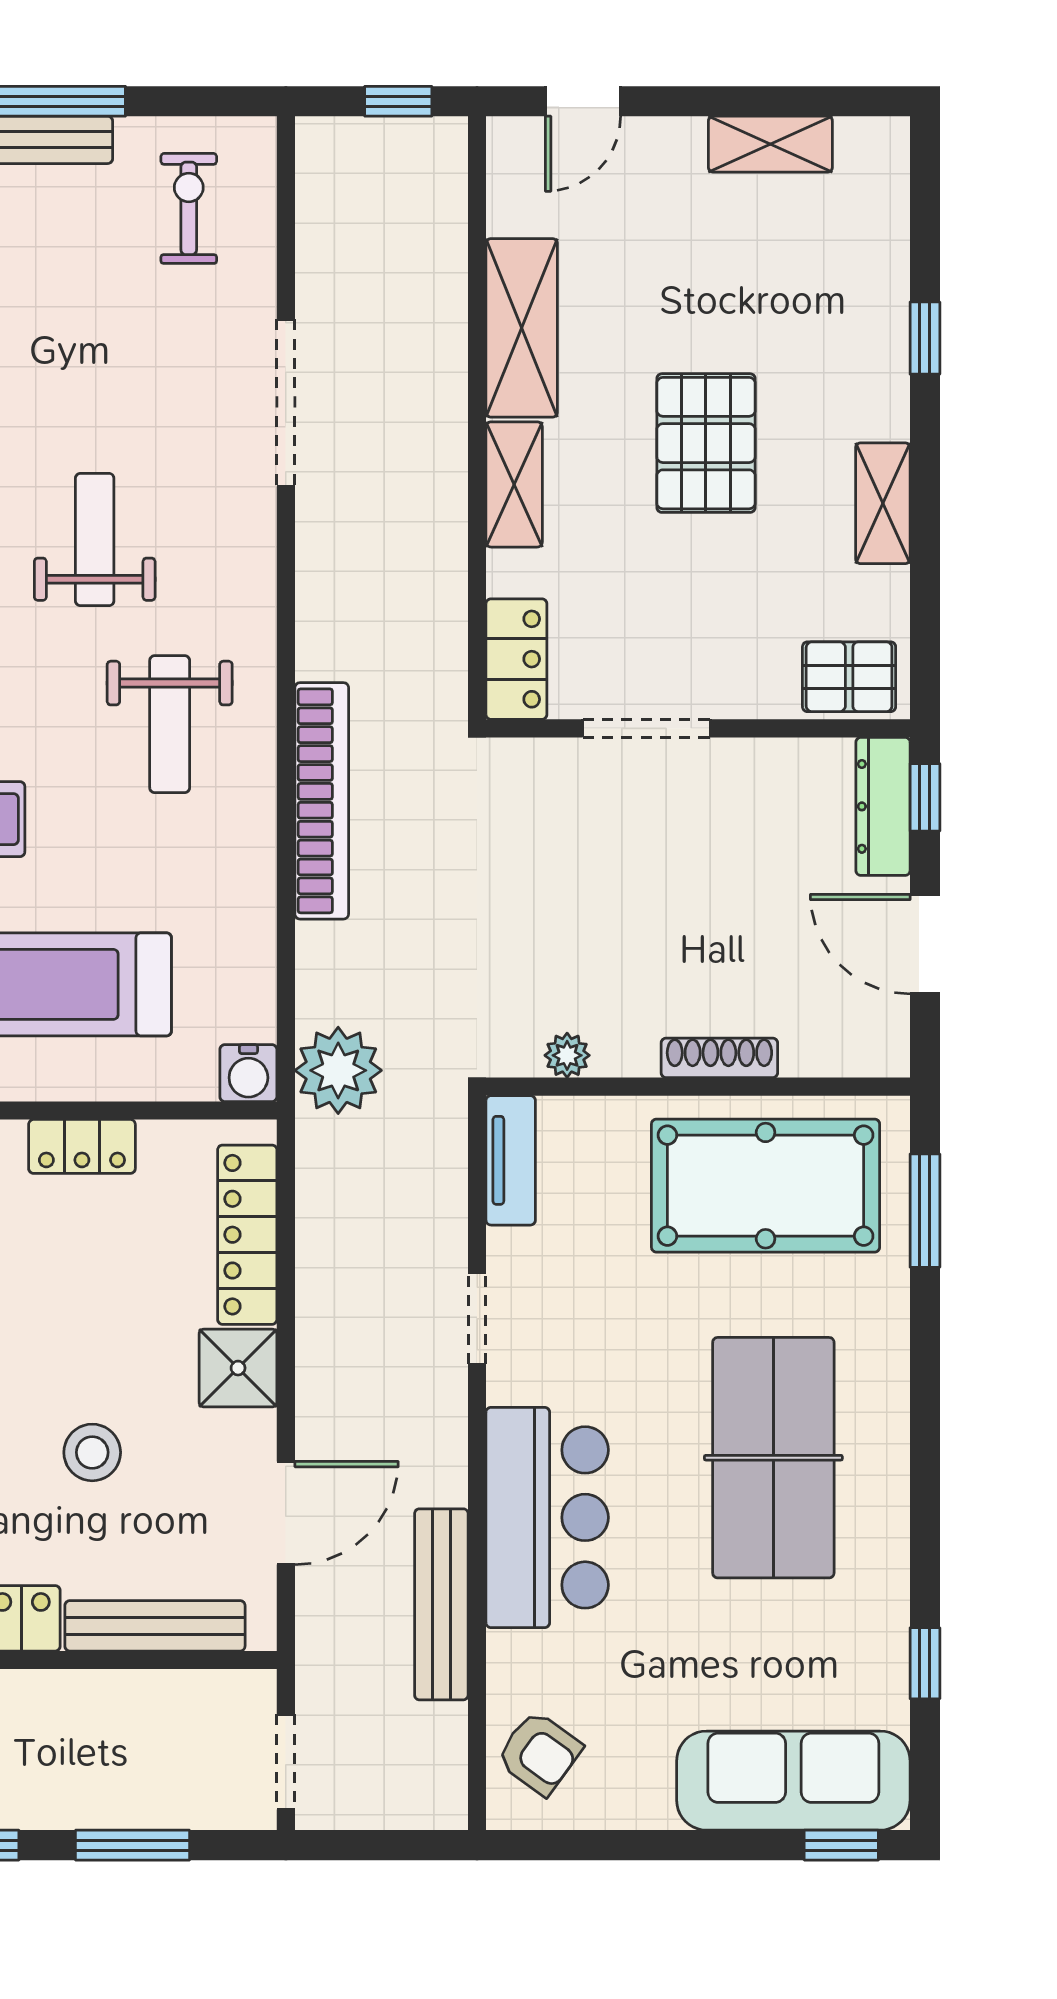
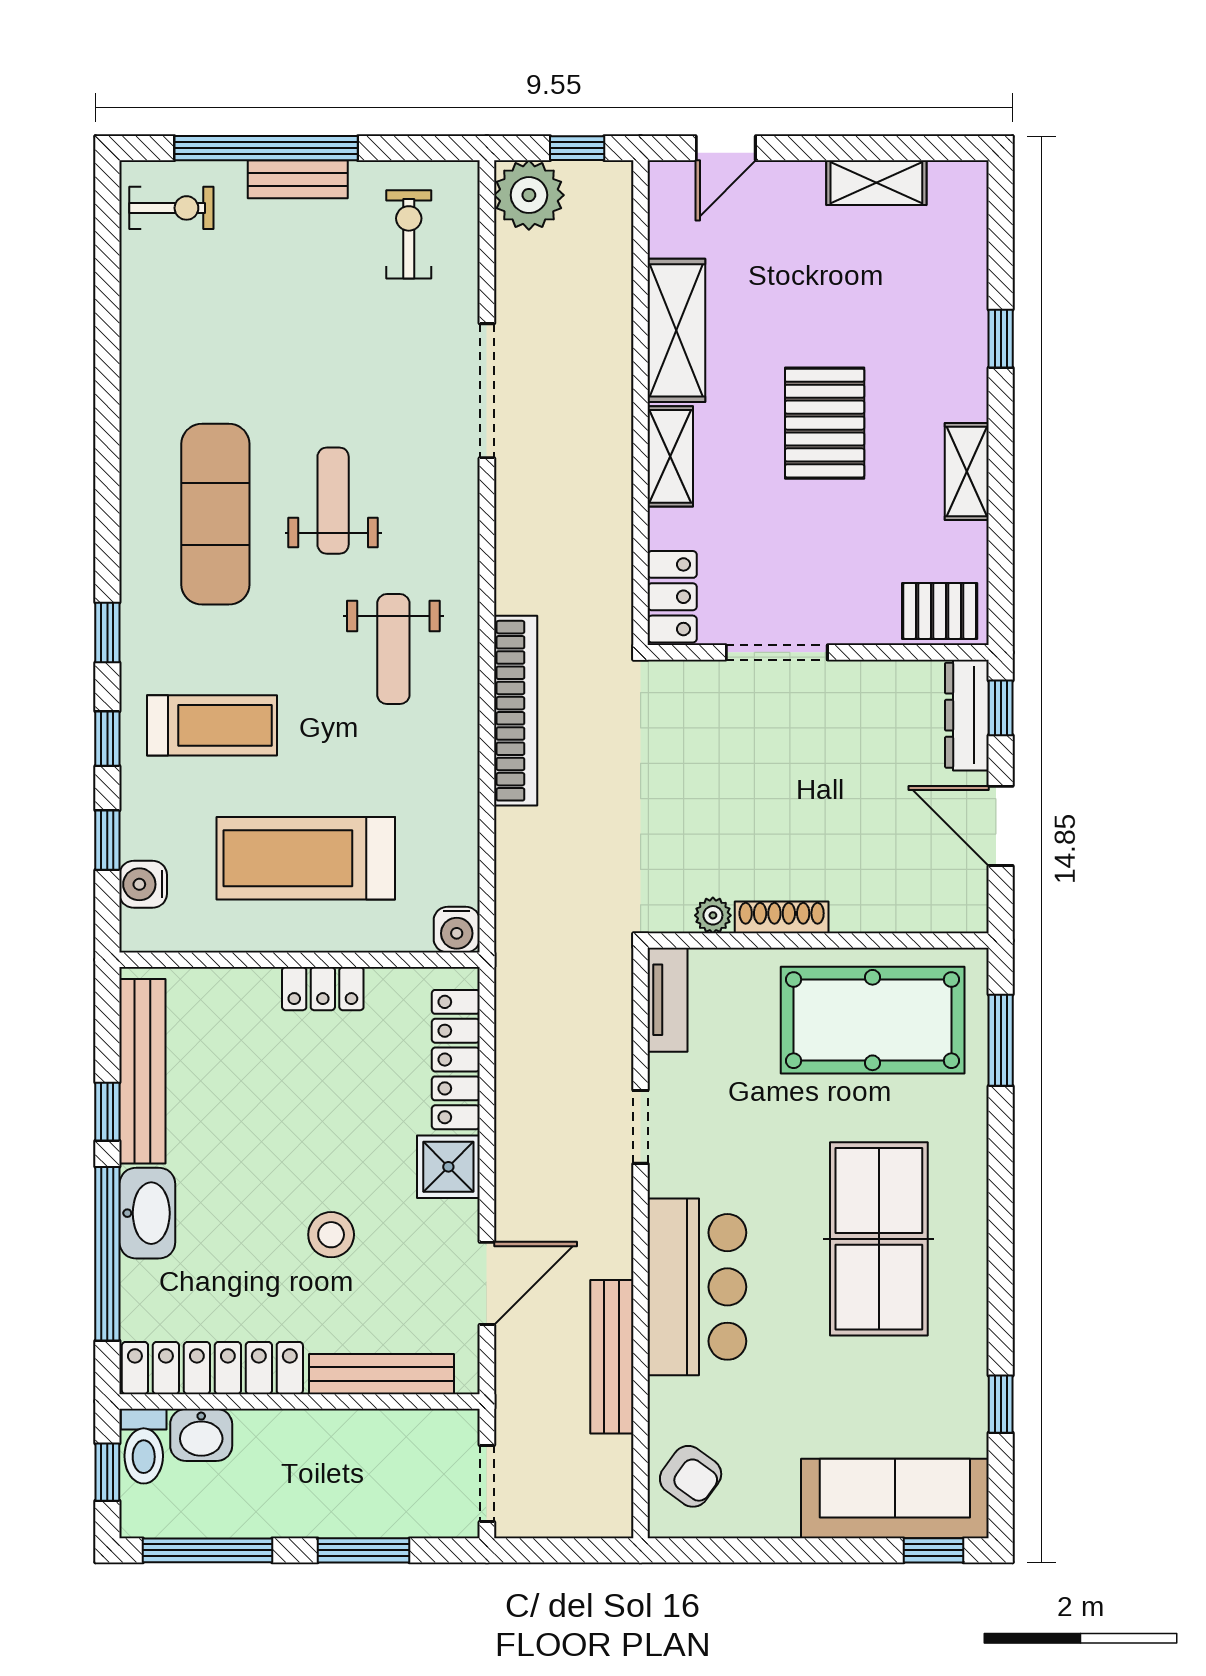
shoe rack: (719, 1058) -> (782, 917), moved
plant: (338, 1070) -> (529, 195), moved

